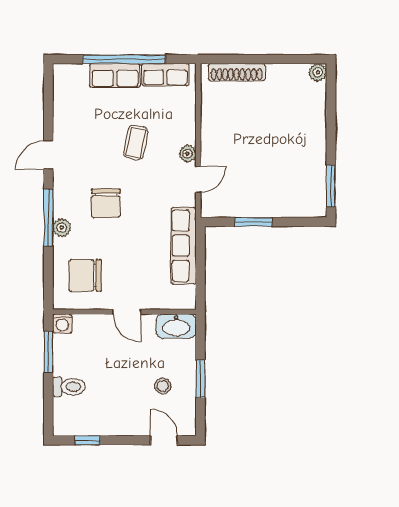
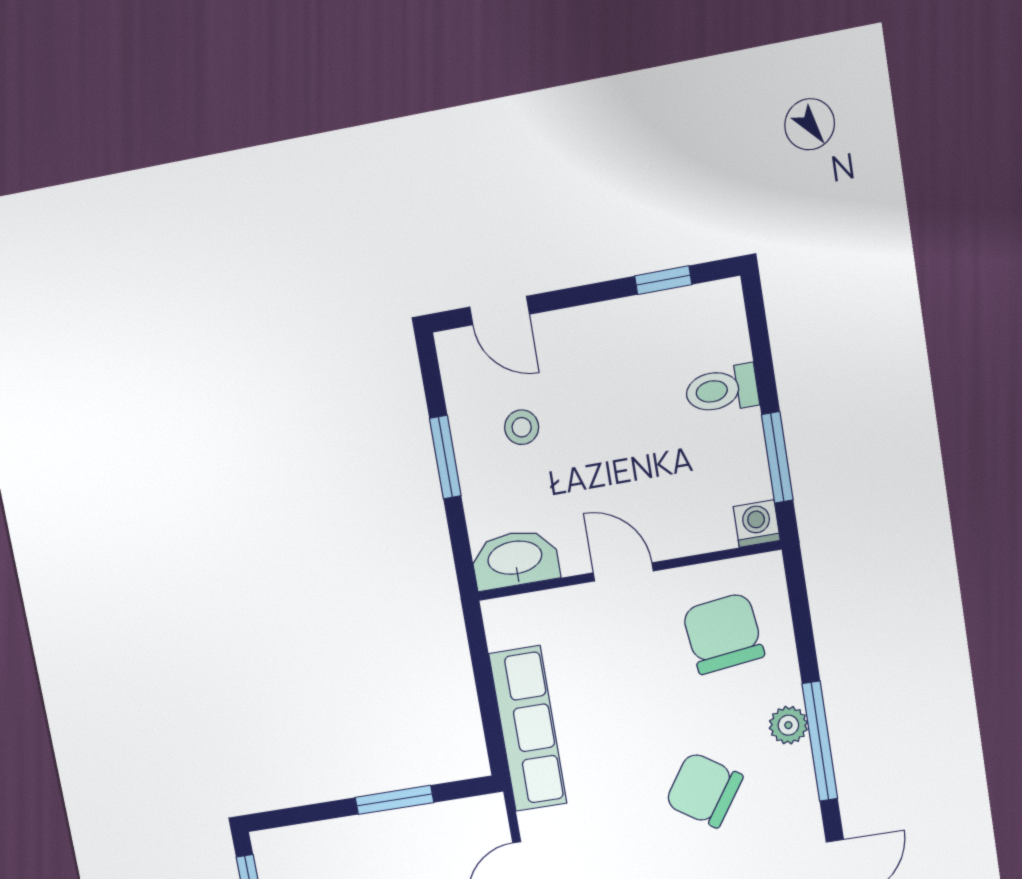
chair: (106, 203) -> (704, 790), turned -56
chair: (85, 275) -> (723, 633), turned -97

